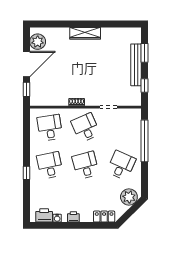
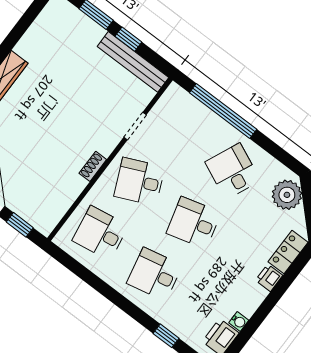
bench: (136, 65) -> (133, 62), moved
window: (144, 86) -> (128, 39), moved
window: (26, 173) -> (166, 336), moved
printer: (73, 217) -> (269, 278), moved

